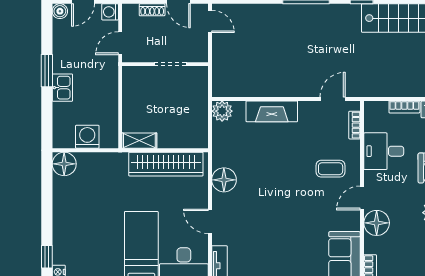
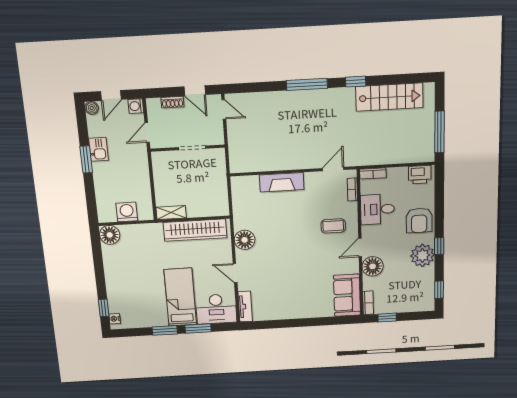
kitchen sink: (62, 88) -> (99, 149), moved
bookcase: (404, 107) -> (373, 173), moved
plant: (222, 111) -> (239, 184), removed

